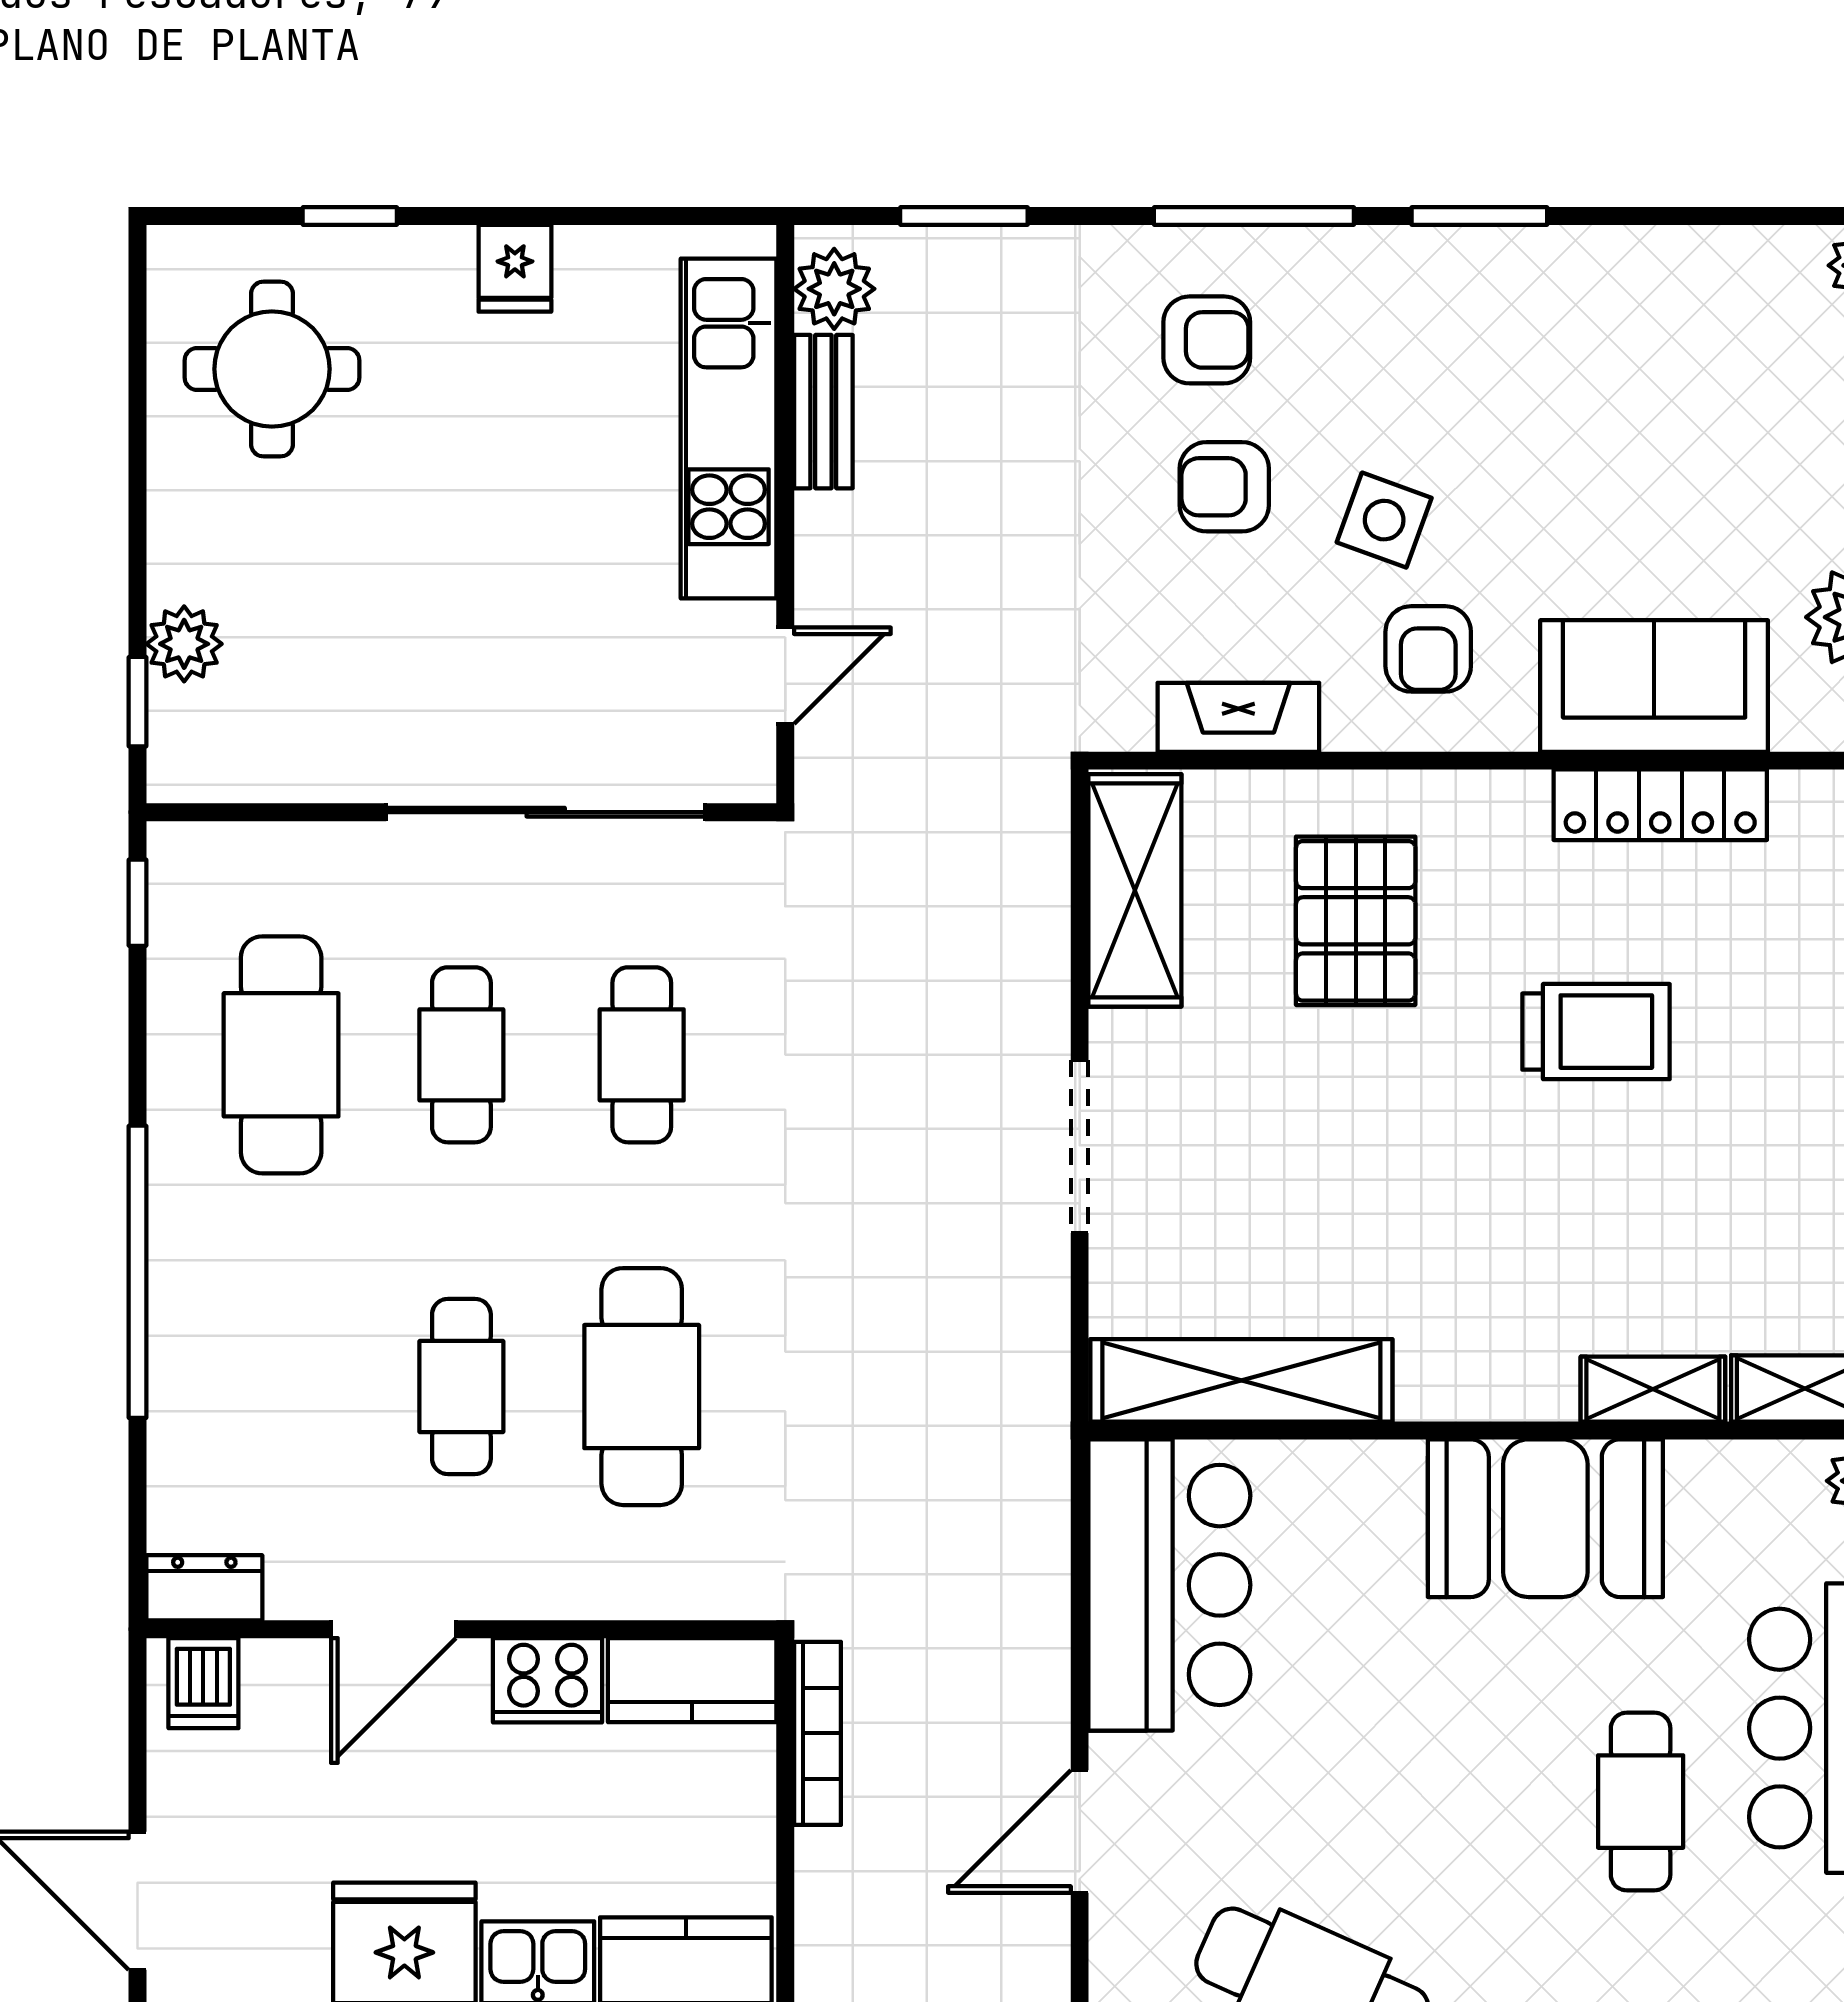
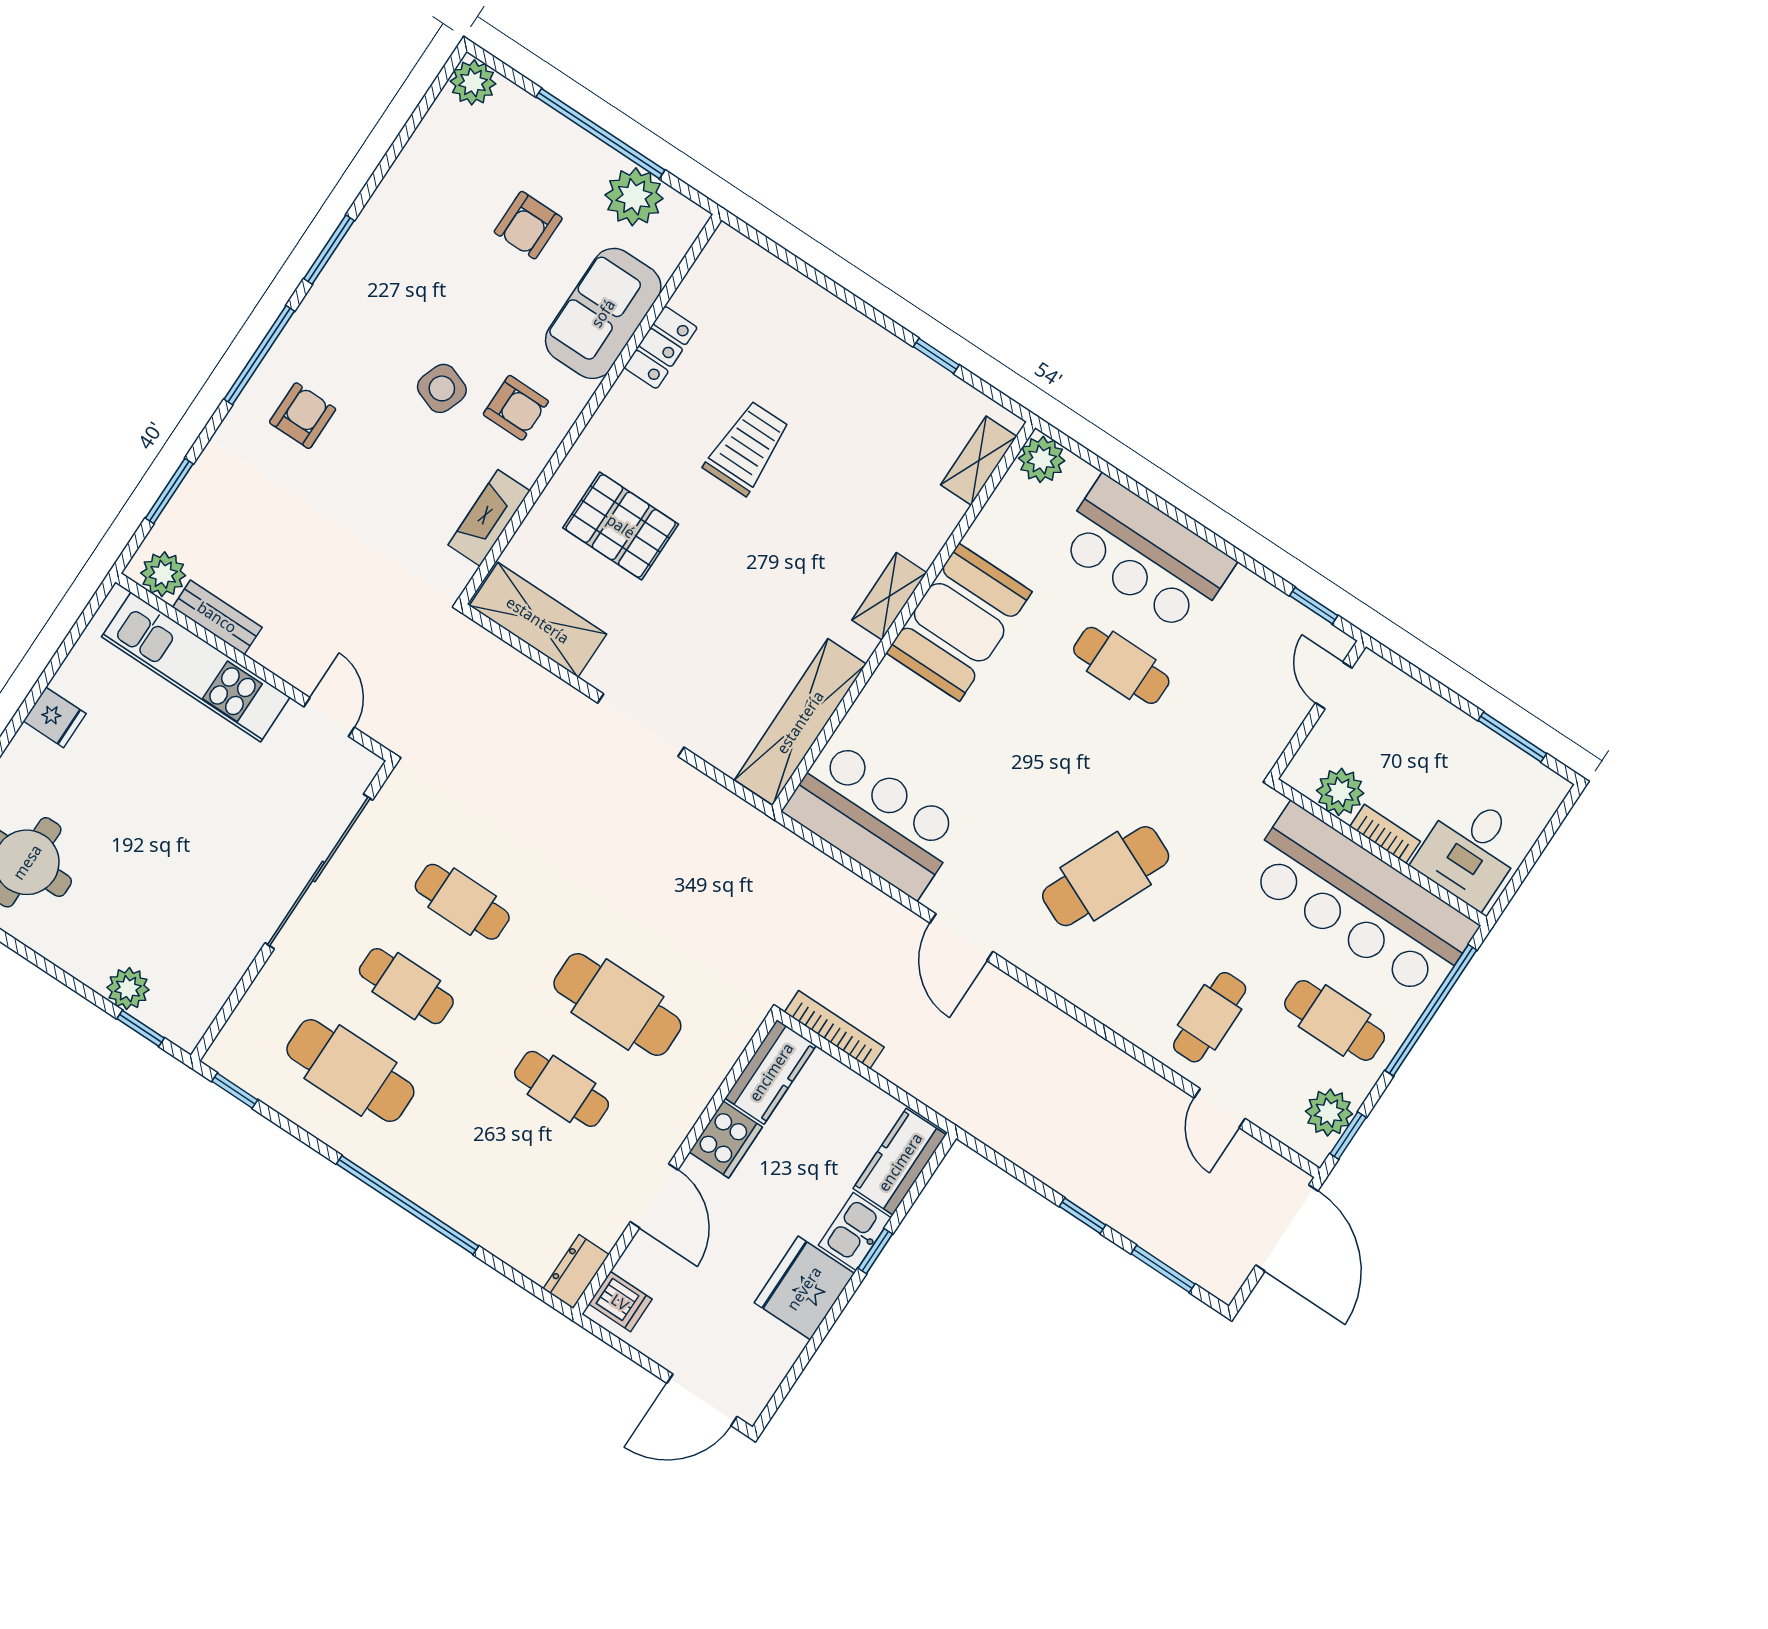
armchair: (1224, 487) -> (528, 225), moved
locker: (1660, 805) -> (661, 347), width x0.66
shelving: (1653, 1389) -> (889, 596), moved

